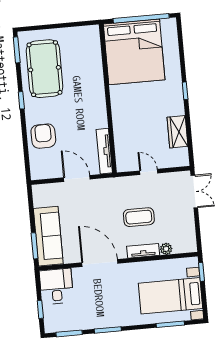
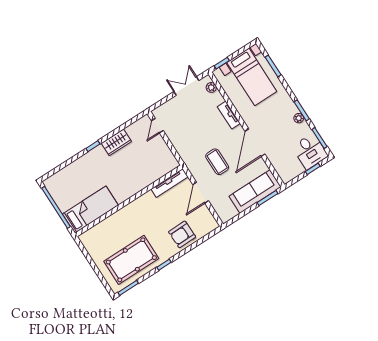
bed: (134, 52) -> (90, 210), width x0.49
wardrobe: (177, 132) -> (116, 142), moved
door: (149, 172) -> (157, 126), moved
double door: (194, 192) -> (186, 86), moved
coffee table: (139, 217) -> (217, 162), moved
plant: (166, 249) -> (211, 87), moved
desk: (56, 286) -> (310, 151), moved, turned -90
plant: (101, 323) -> (299, 118), added

